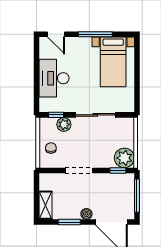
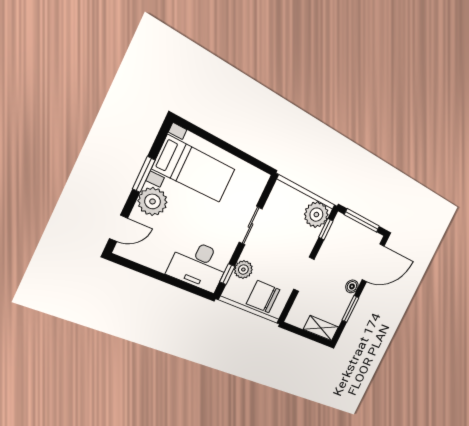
window: (95, 34) -> (144, 174), width x0.69
plant: (81, 46) -> (153, 201), added
desk: (54, 78) -> (199, 265), moved
sliding door: (95, 115) -> (251, 225), width x0.73
chair: (51, 148) -> (263, 297), width x1.87, depth x1.87

